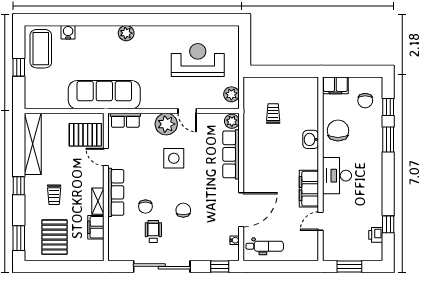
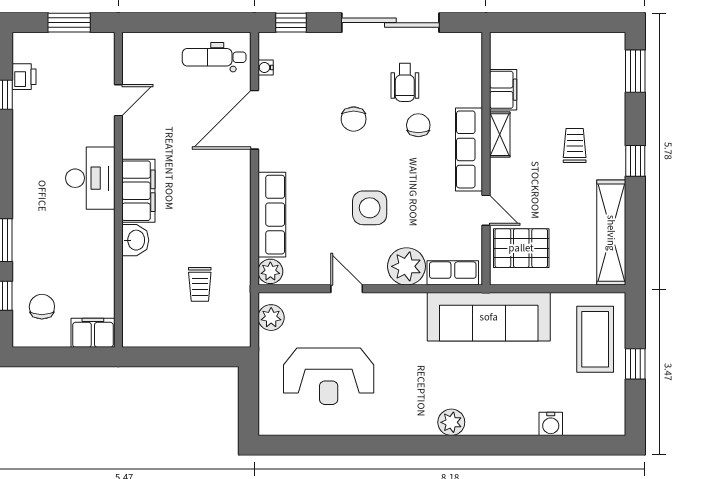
coffee table: (41, 49) -> (595, 339), moved
plant: (166, 124) -> (406, 266), moved
chair: (338, 131) -> (89, 255), removed
filing cabinet: (309, 189) -> (138, 191), moved
pallet: (54, 237) -> (574, 73), removed

